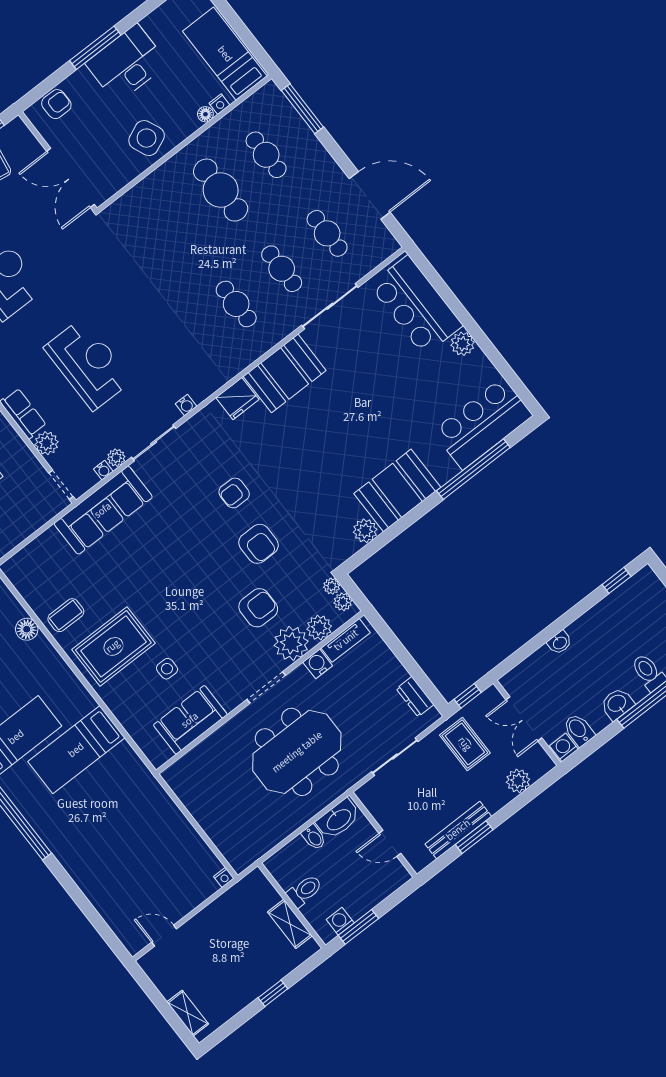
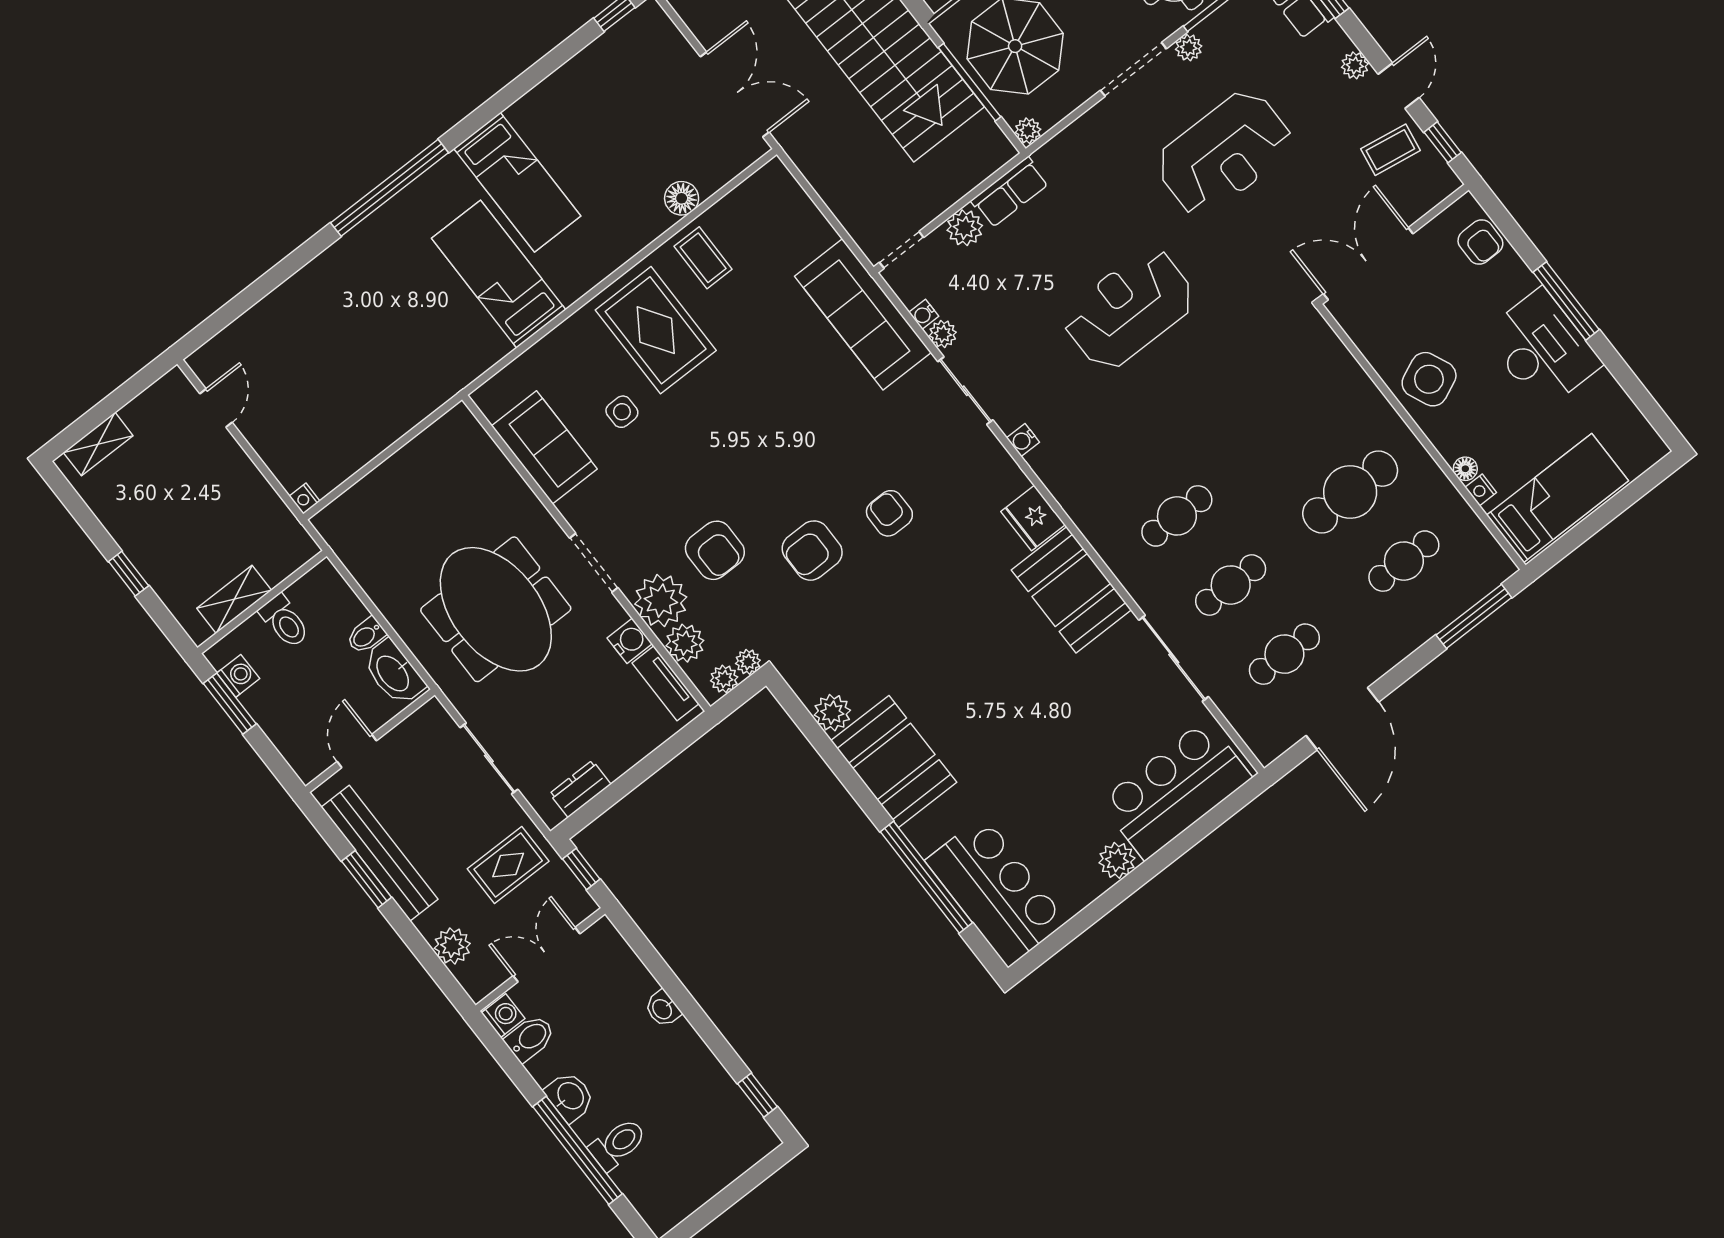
reception desk: (88, 364) -> (1129, 309), moved, turned 180
bench: (458, 830) -> (380, 853), width x1.37, depth x1.21

